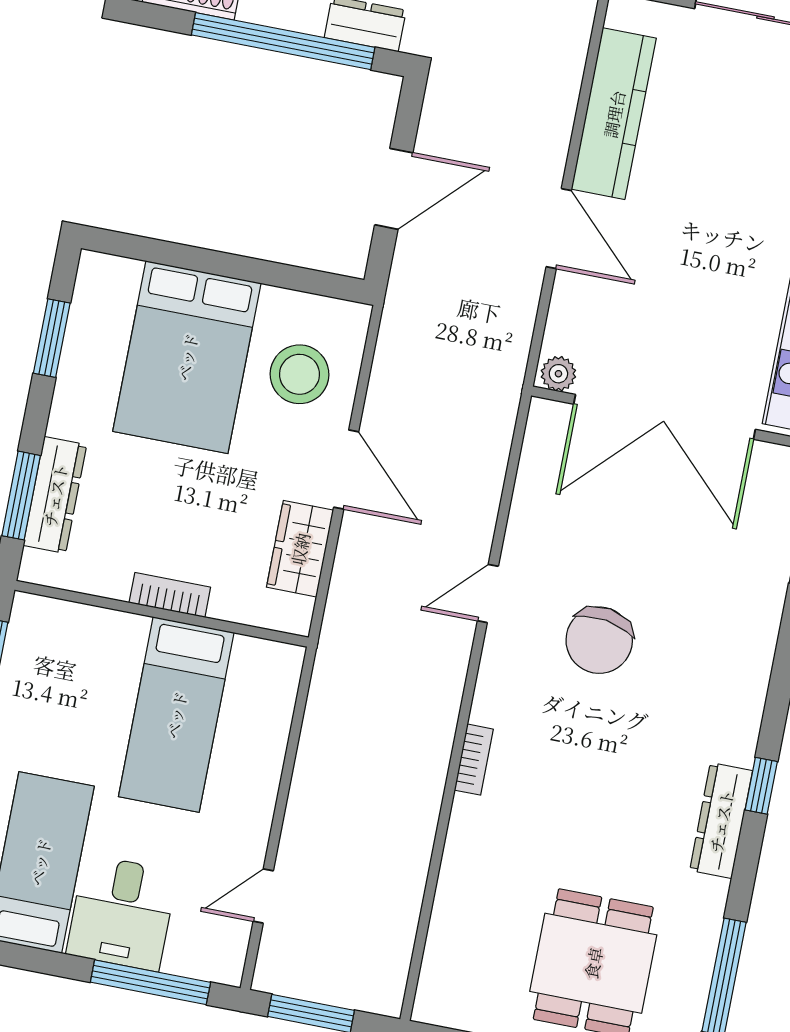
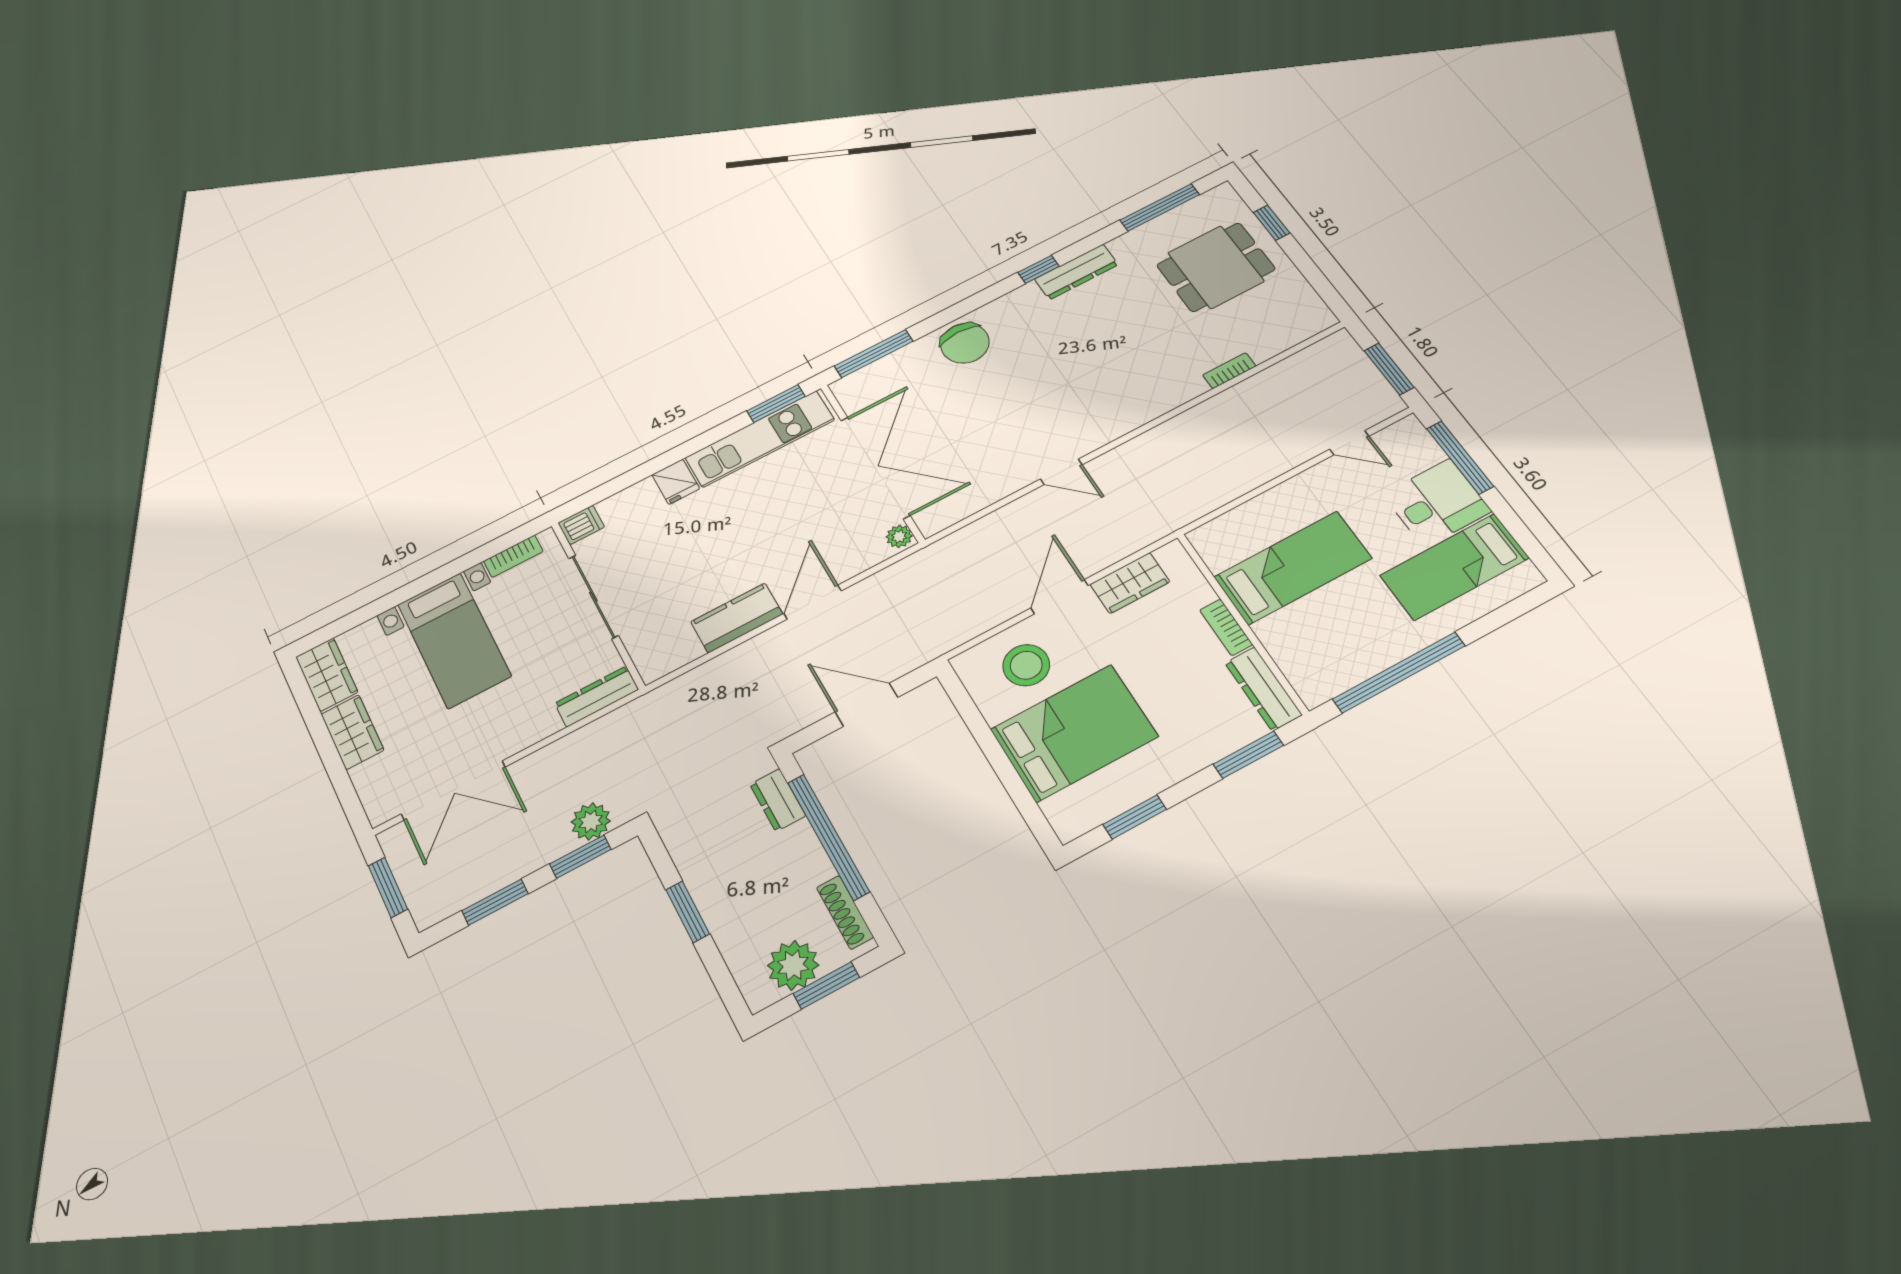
kitchen counter: (614, 114) -> (737, 618), width x0.67
dresser: (55, 495) -> (1263, 689), moved, turned -90
chair: (599, 640) -> (965, 343), moved, turned 81
bookcase: (474, 760) -> (1229, 371), moved

